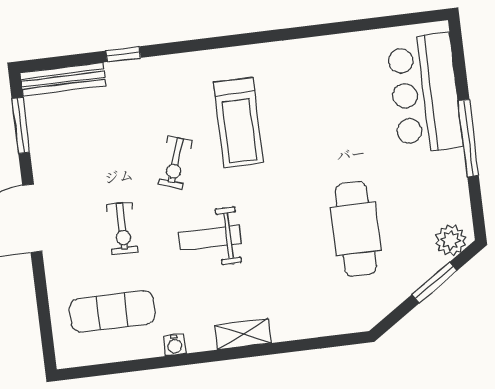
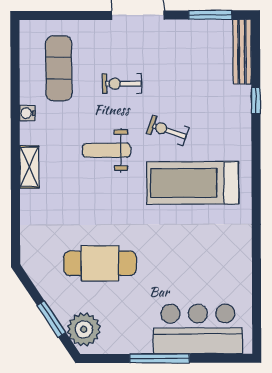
treadmill: (239, 122) -> (193, 183), width x1.37, depth x1.38
weight bench: (210, 238) -> (106, 150), turned -90
plant: (451, 240) -> (84, 329), width x1.36, depth x1.36

